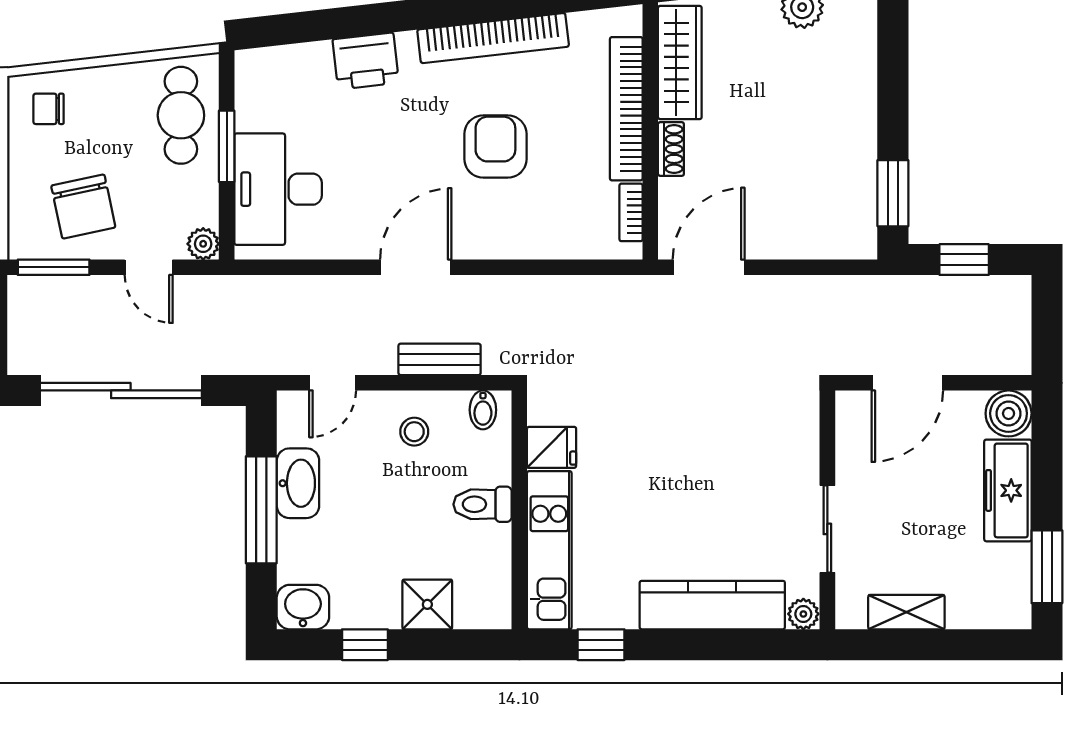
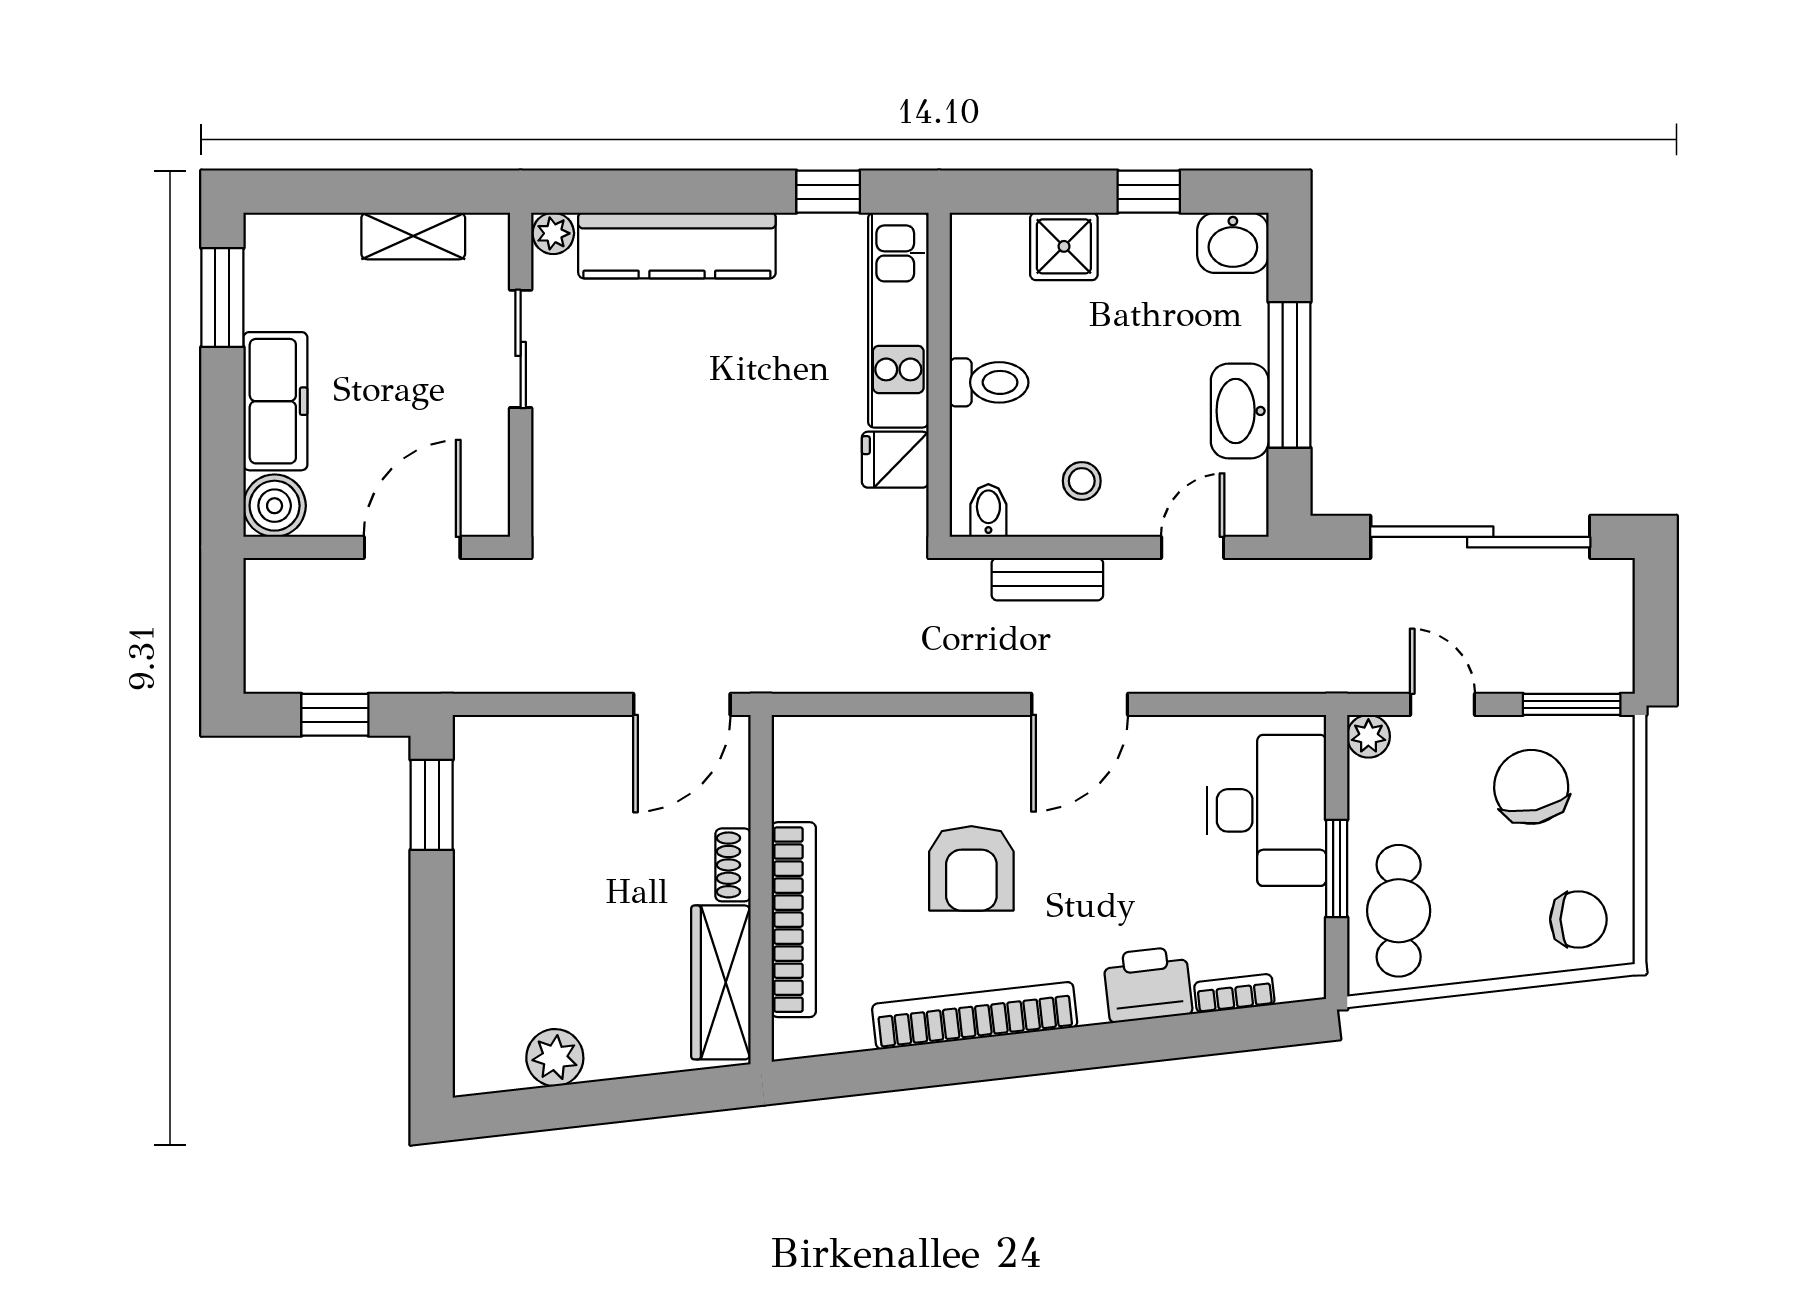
chair: (49, 109) -> (1578, 919), width x1.37, depth x1.37
bookcase: (631, 212) -> (1234, 994), moved, turned -96

